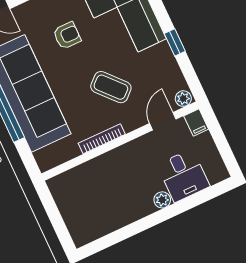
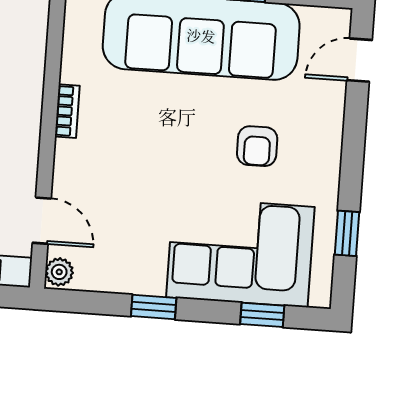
coffee table: (111, 87) -> (139, 170), removed
bookcase: (102, 139) -> (67, 111), width x0.64

